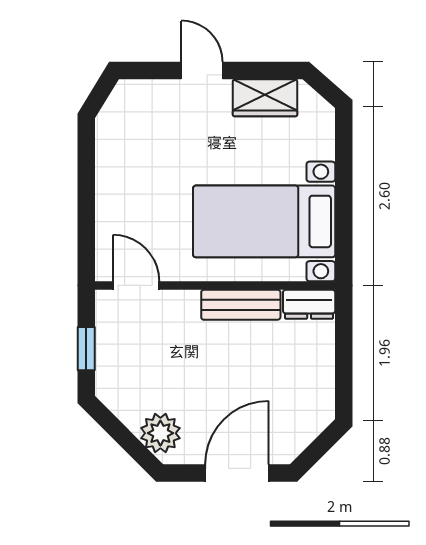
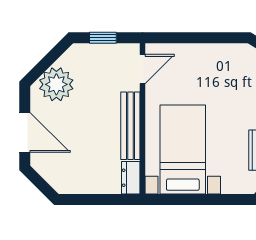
bench: (241, 305) -> (130, 126), width x1.36
plant: (160, 433) -> (56, 84), width x1.36, depth x1.36

